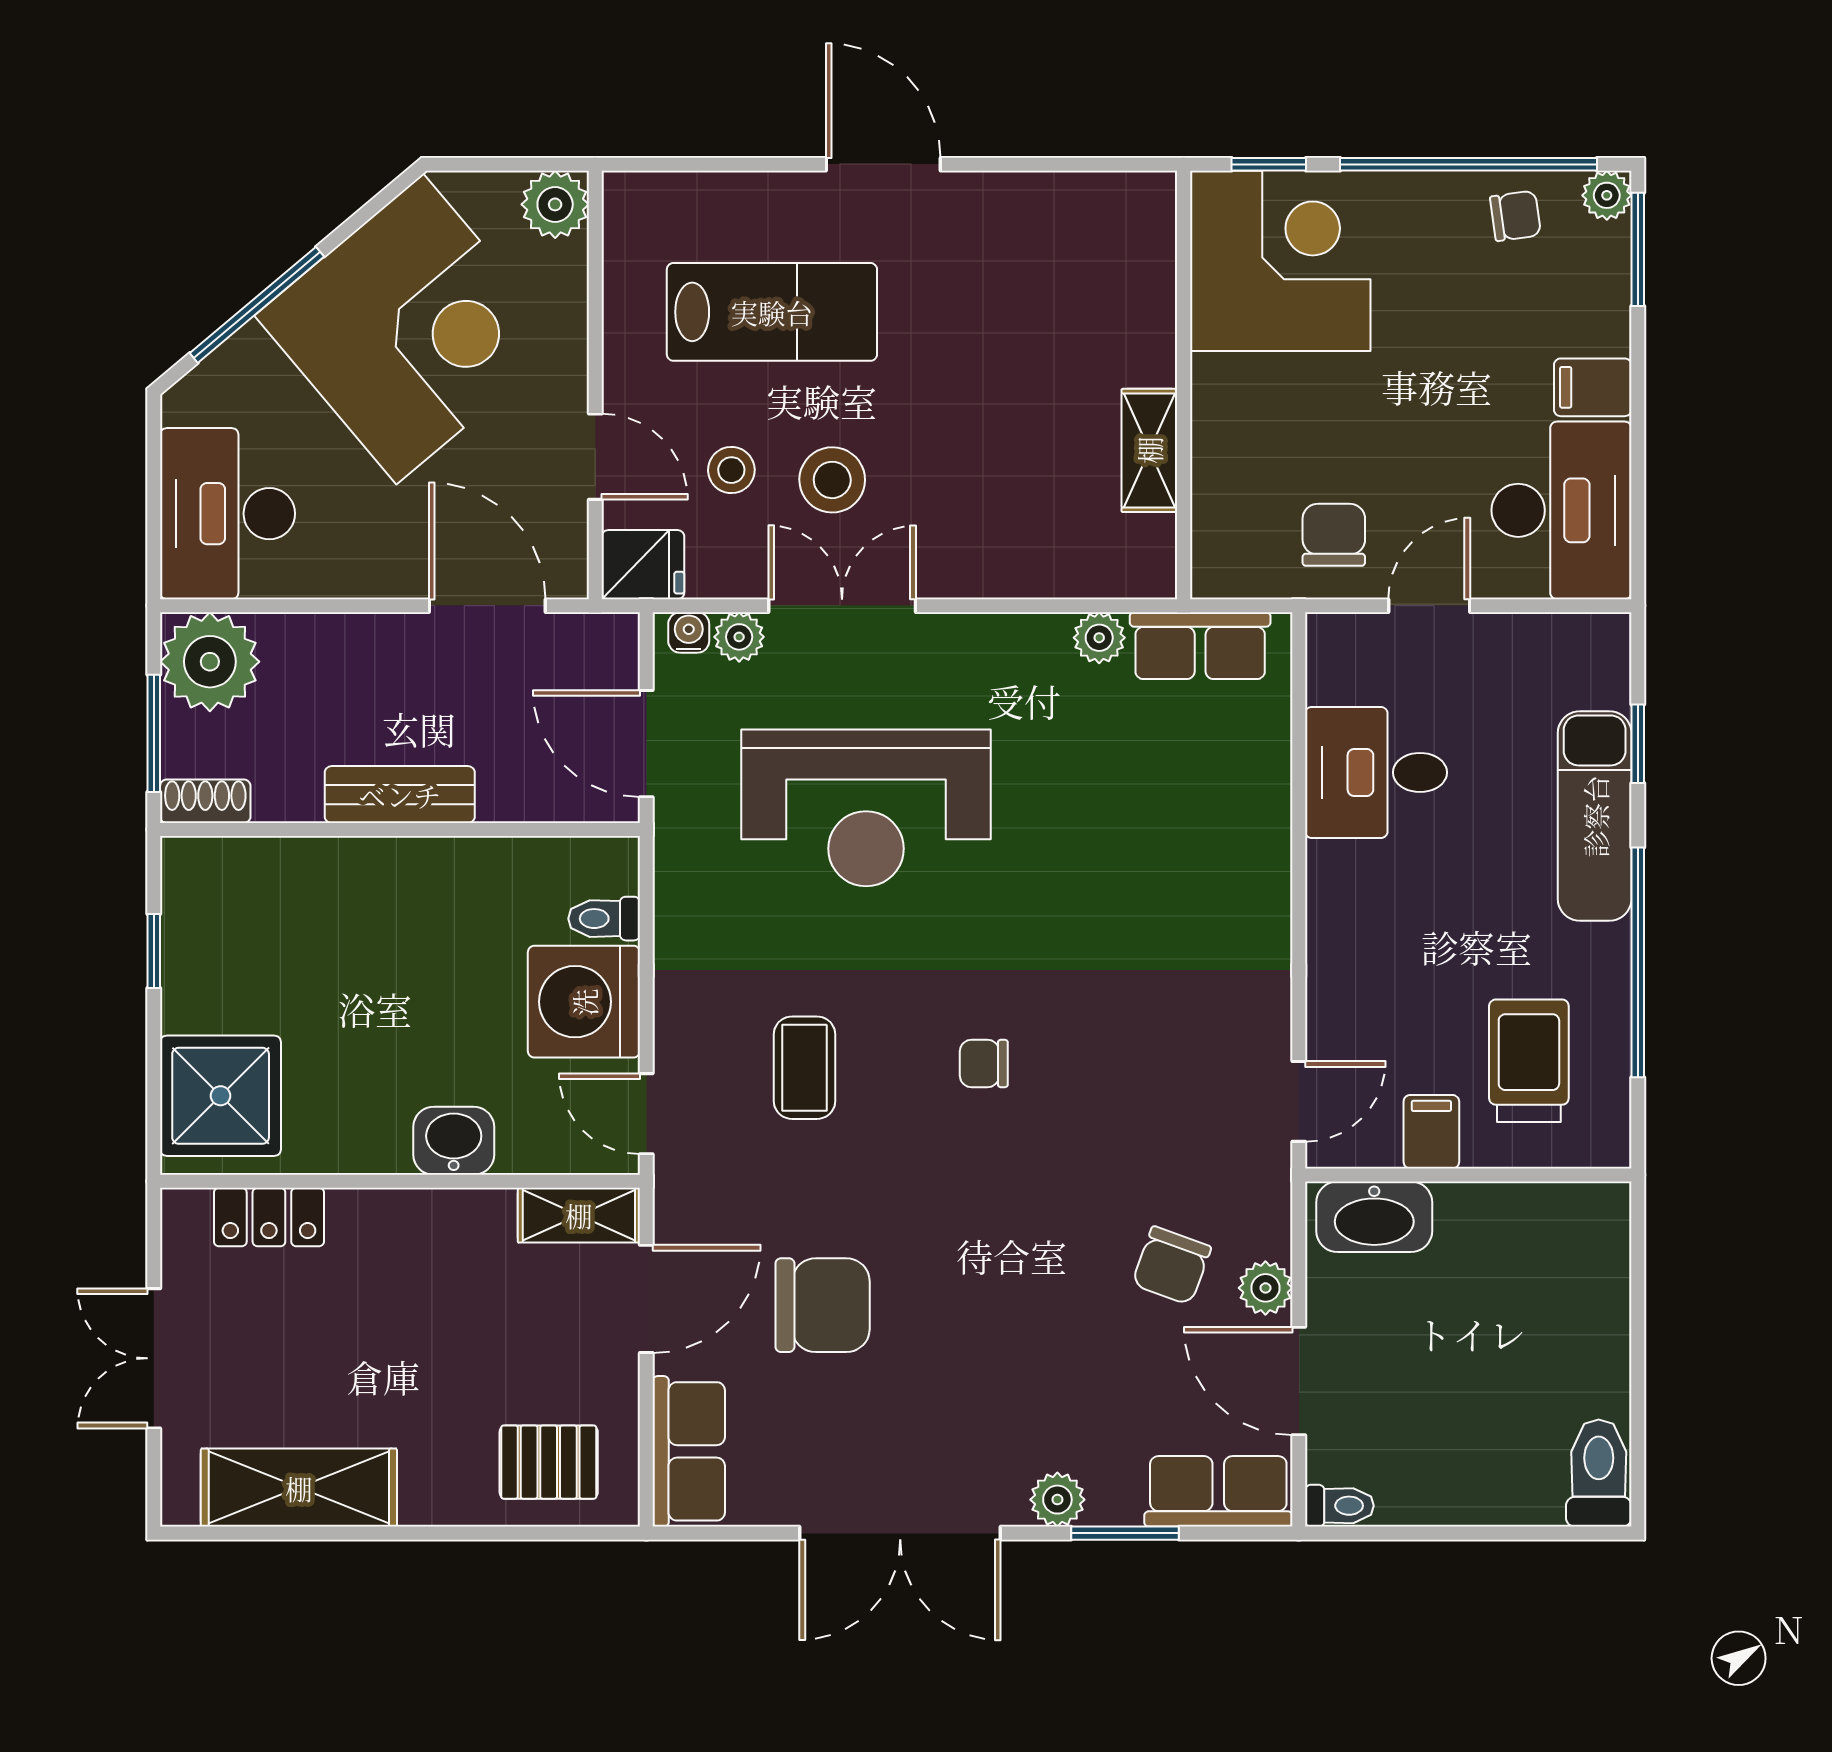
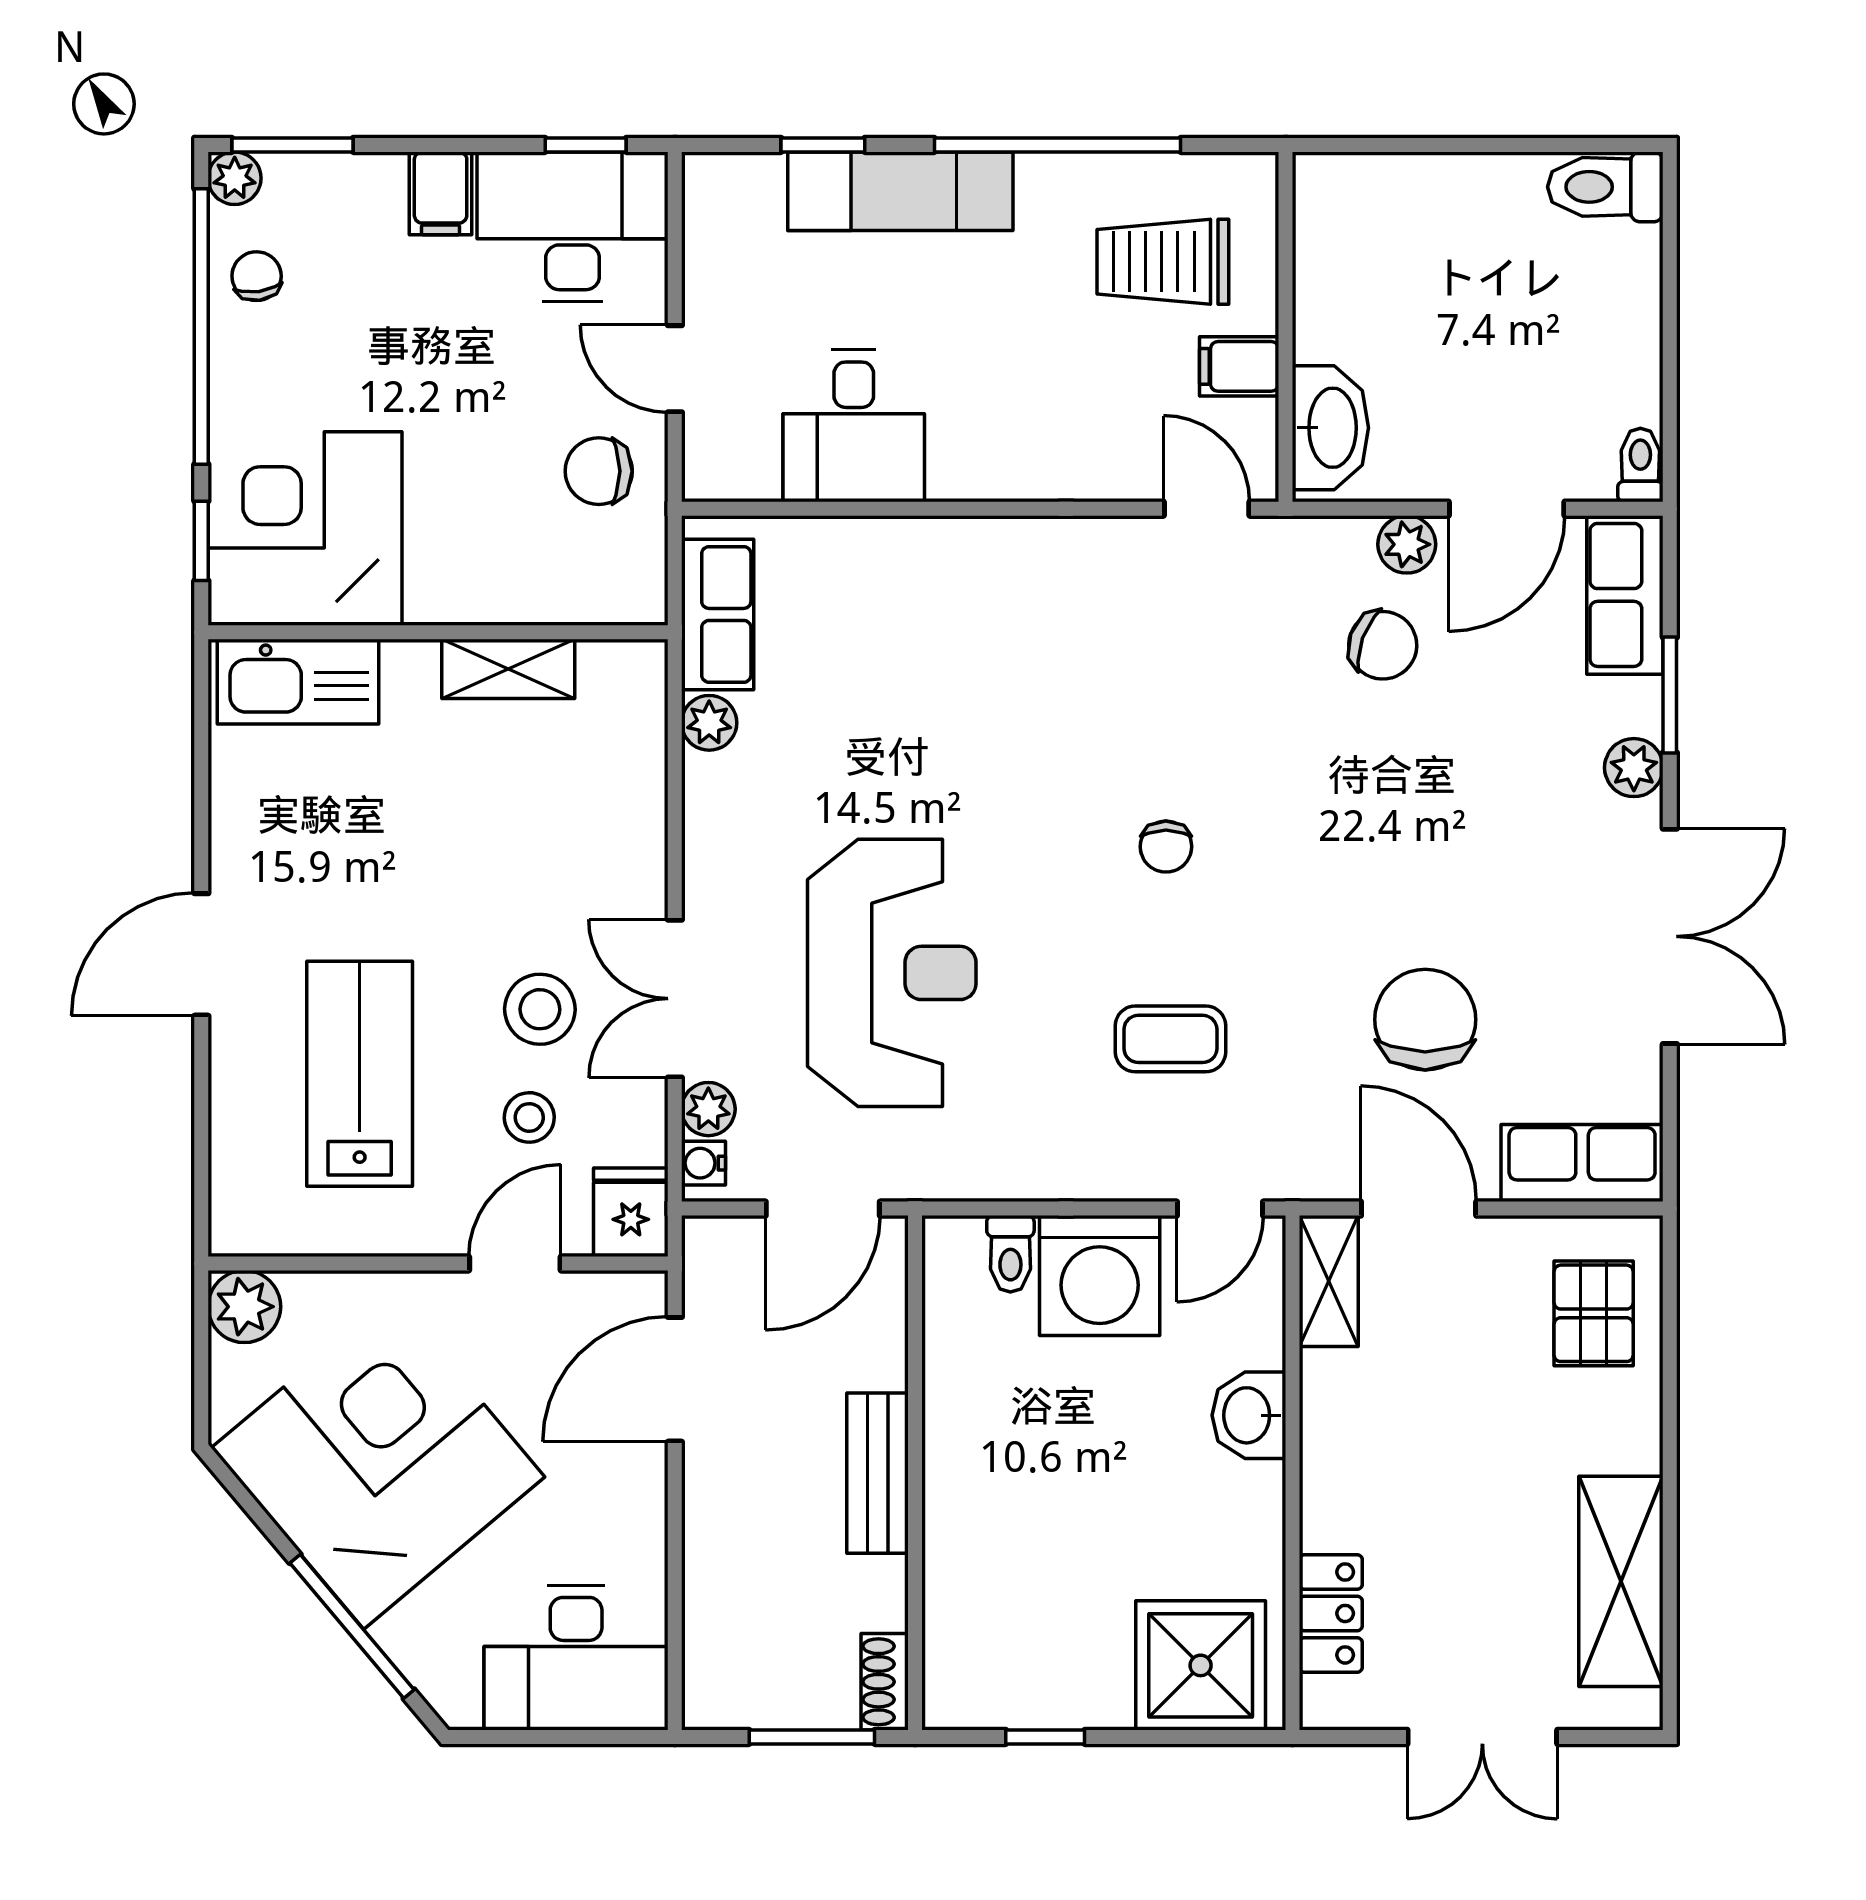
kitchen sink: (1138, 254) -> (298, 682), added
window: (1638, 523) -> (586, 145), added
plant: (210, 662) -> (735, 1677), removed

